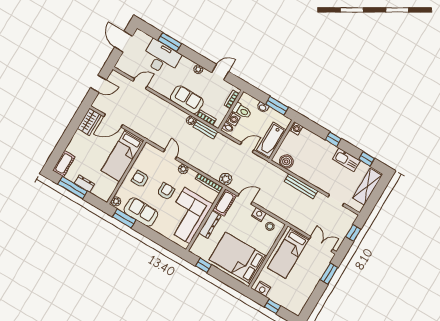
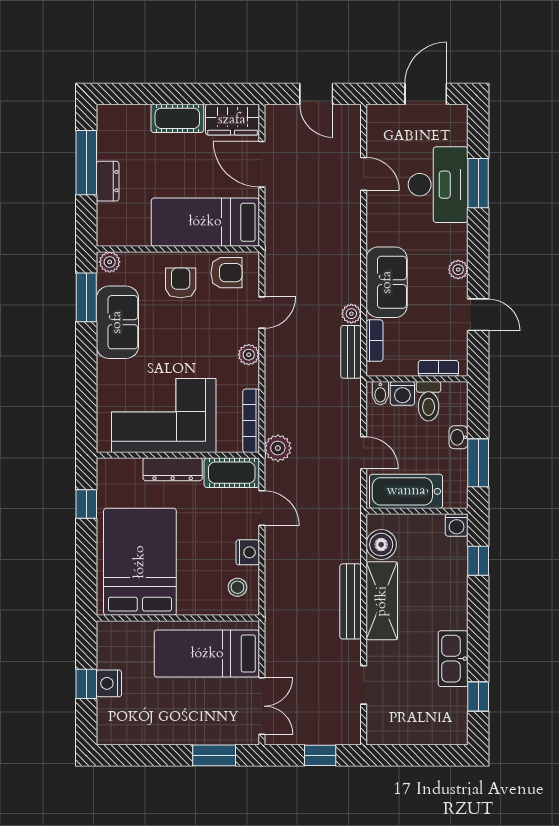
window: (333, 139) -> (478, 561), moved
cot: (64, 164) -> (177, 118), moved
shelving: (367, 187) -> (382, 601), moved, turned 90
armchair: (166, 191) -> (226, 273), moved
nightstand: (263, 289) -> (109, 683), moved

